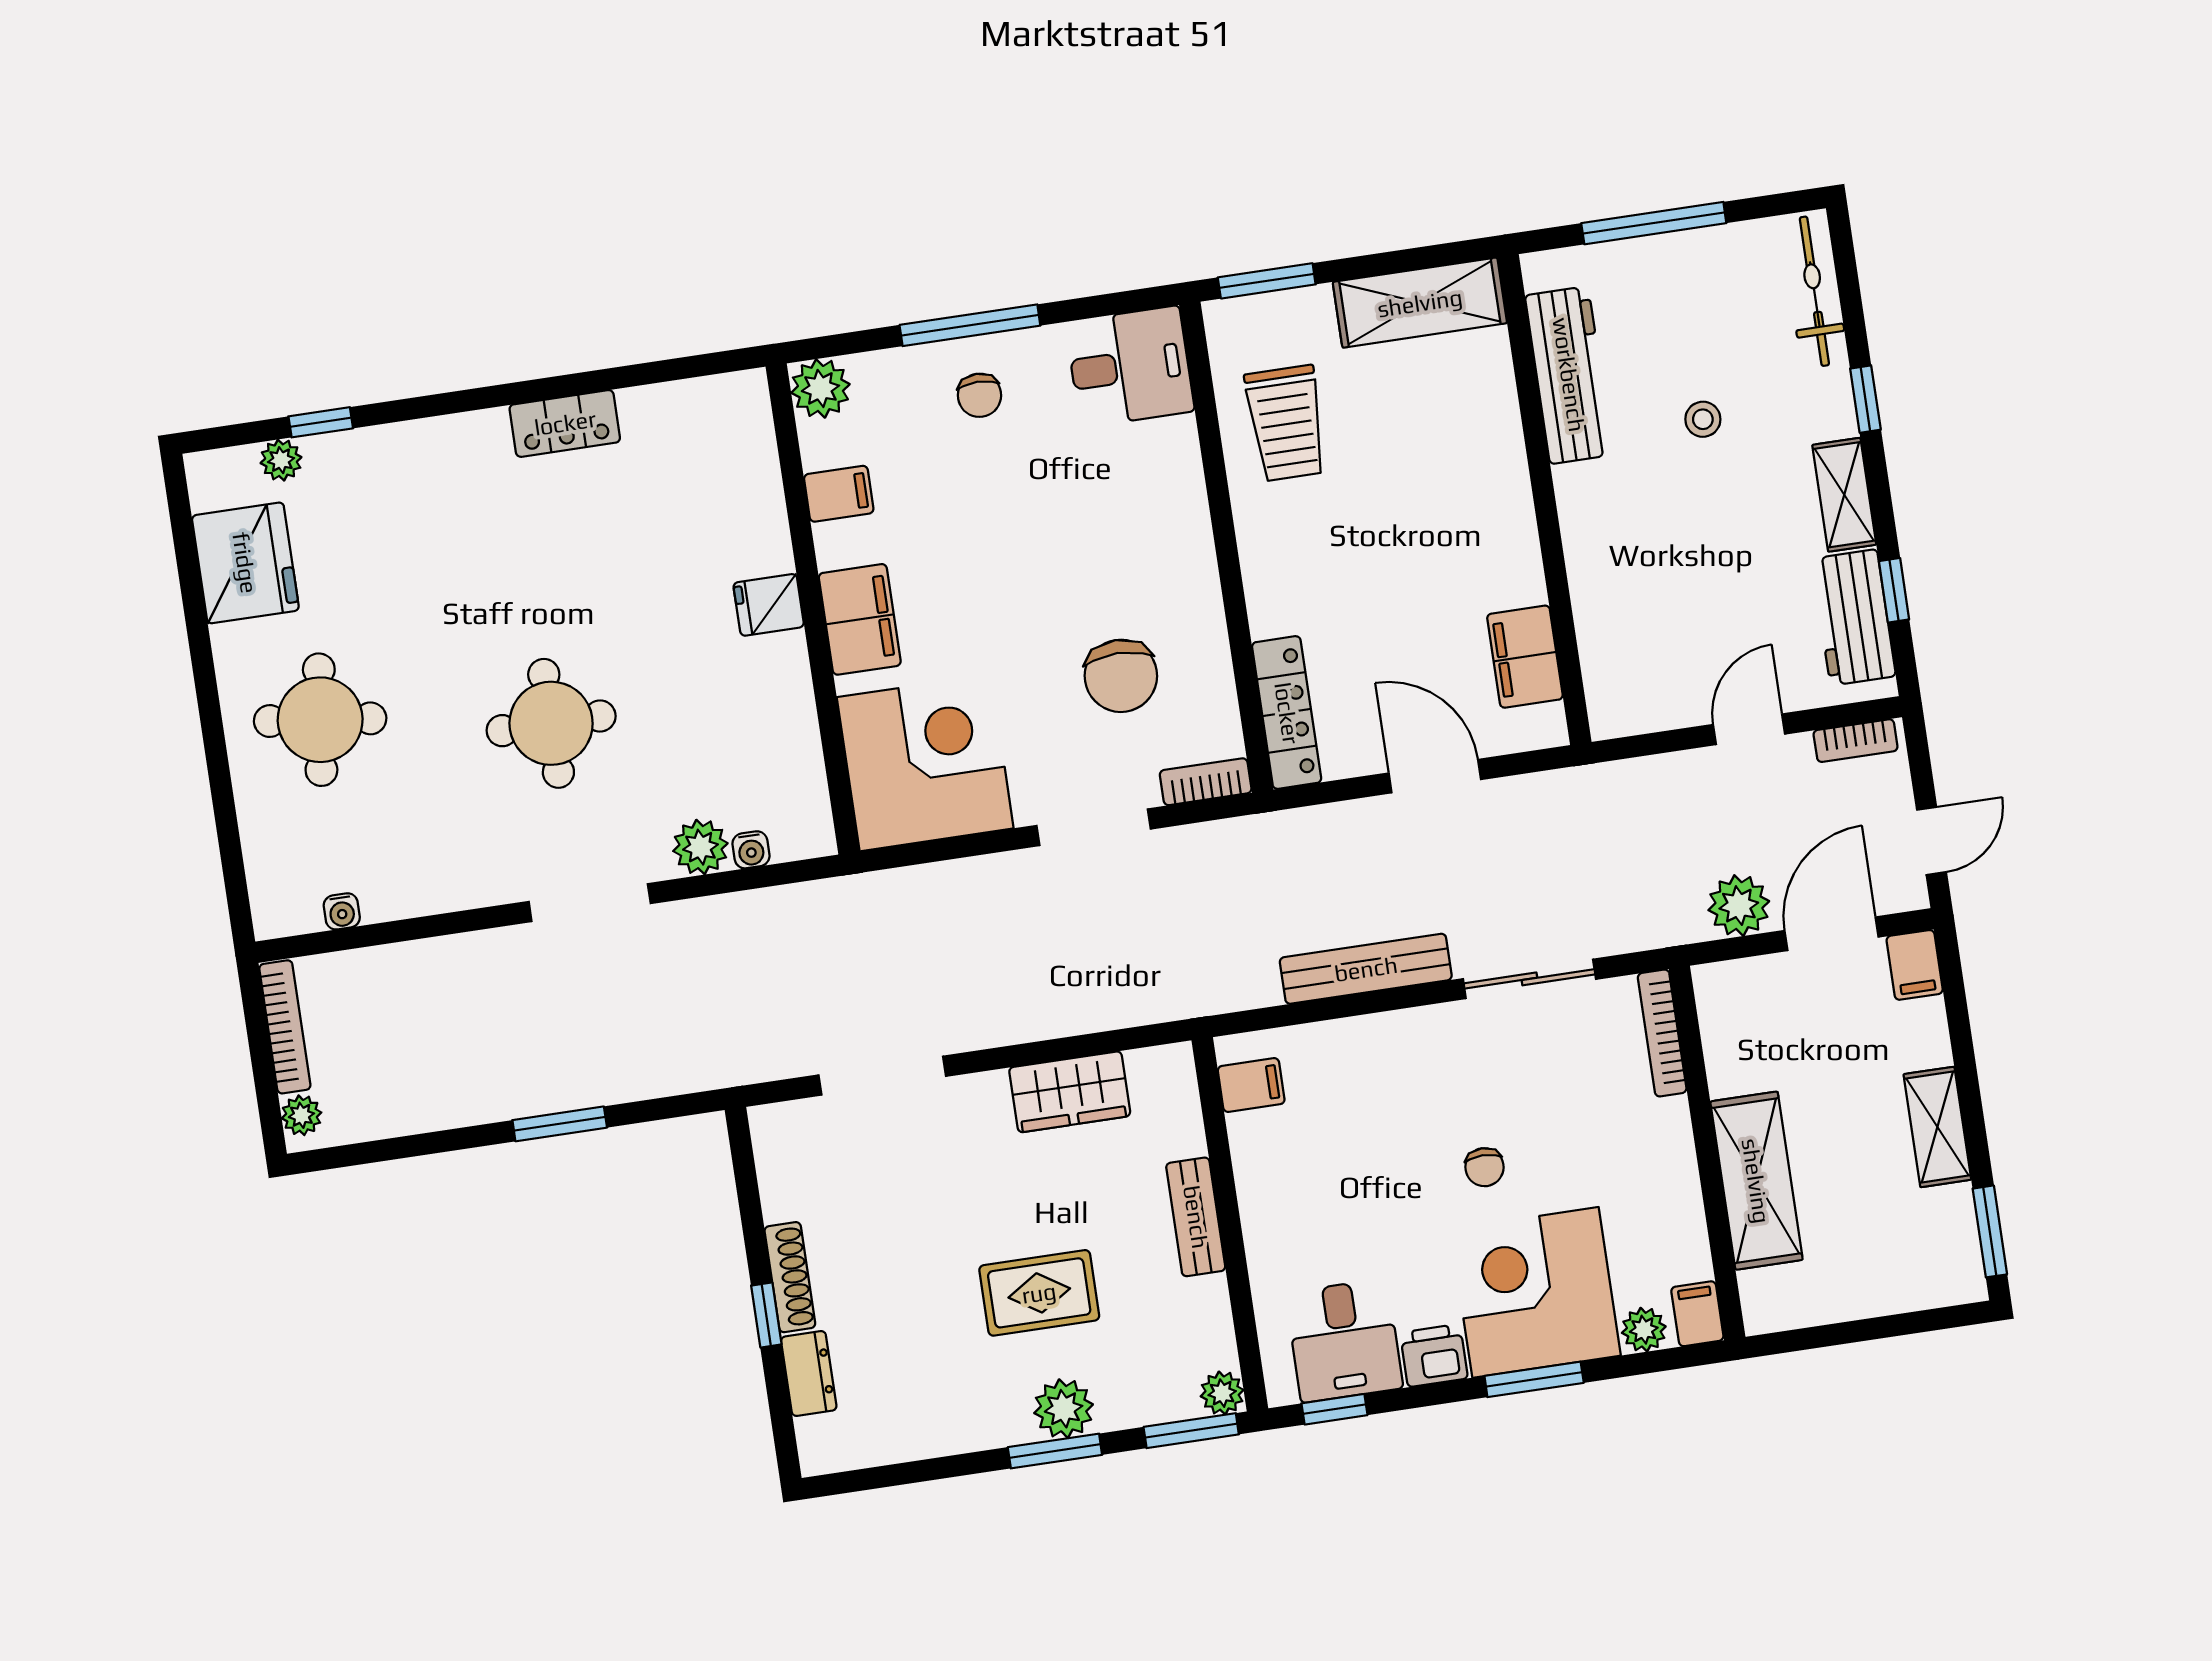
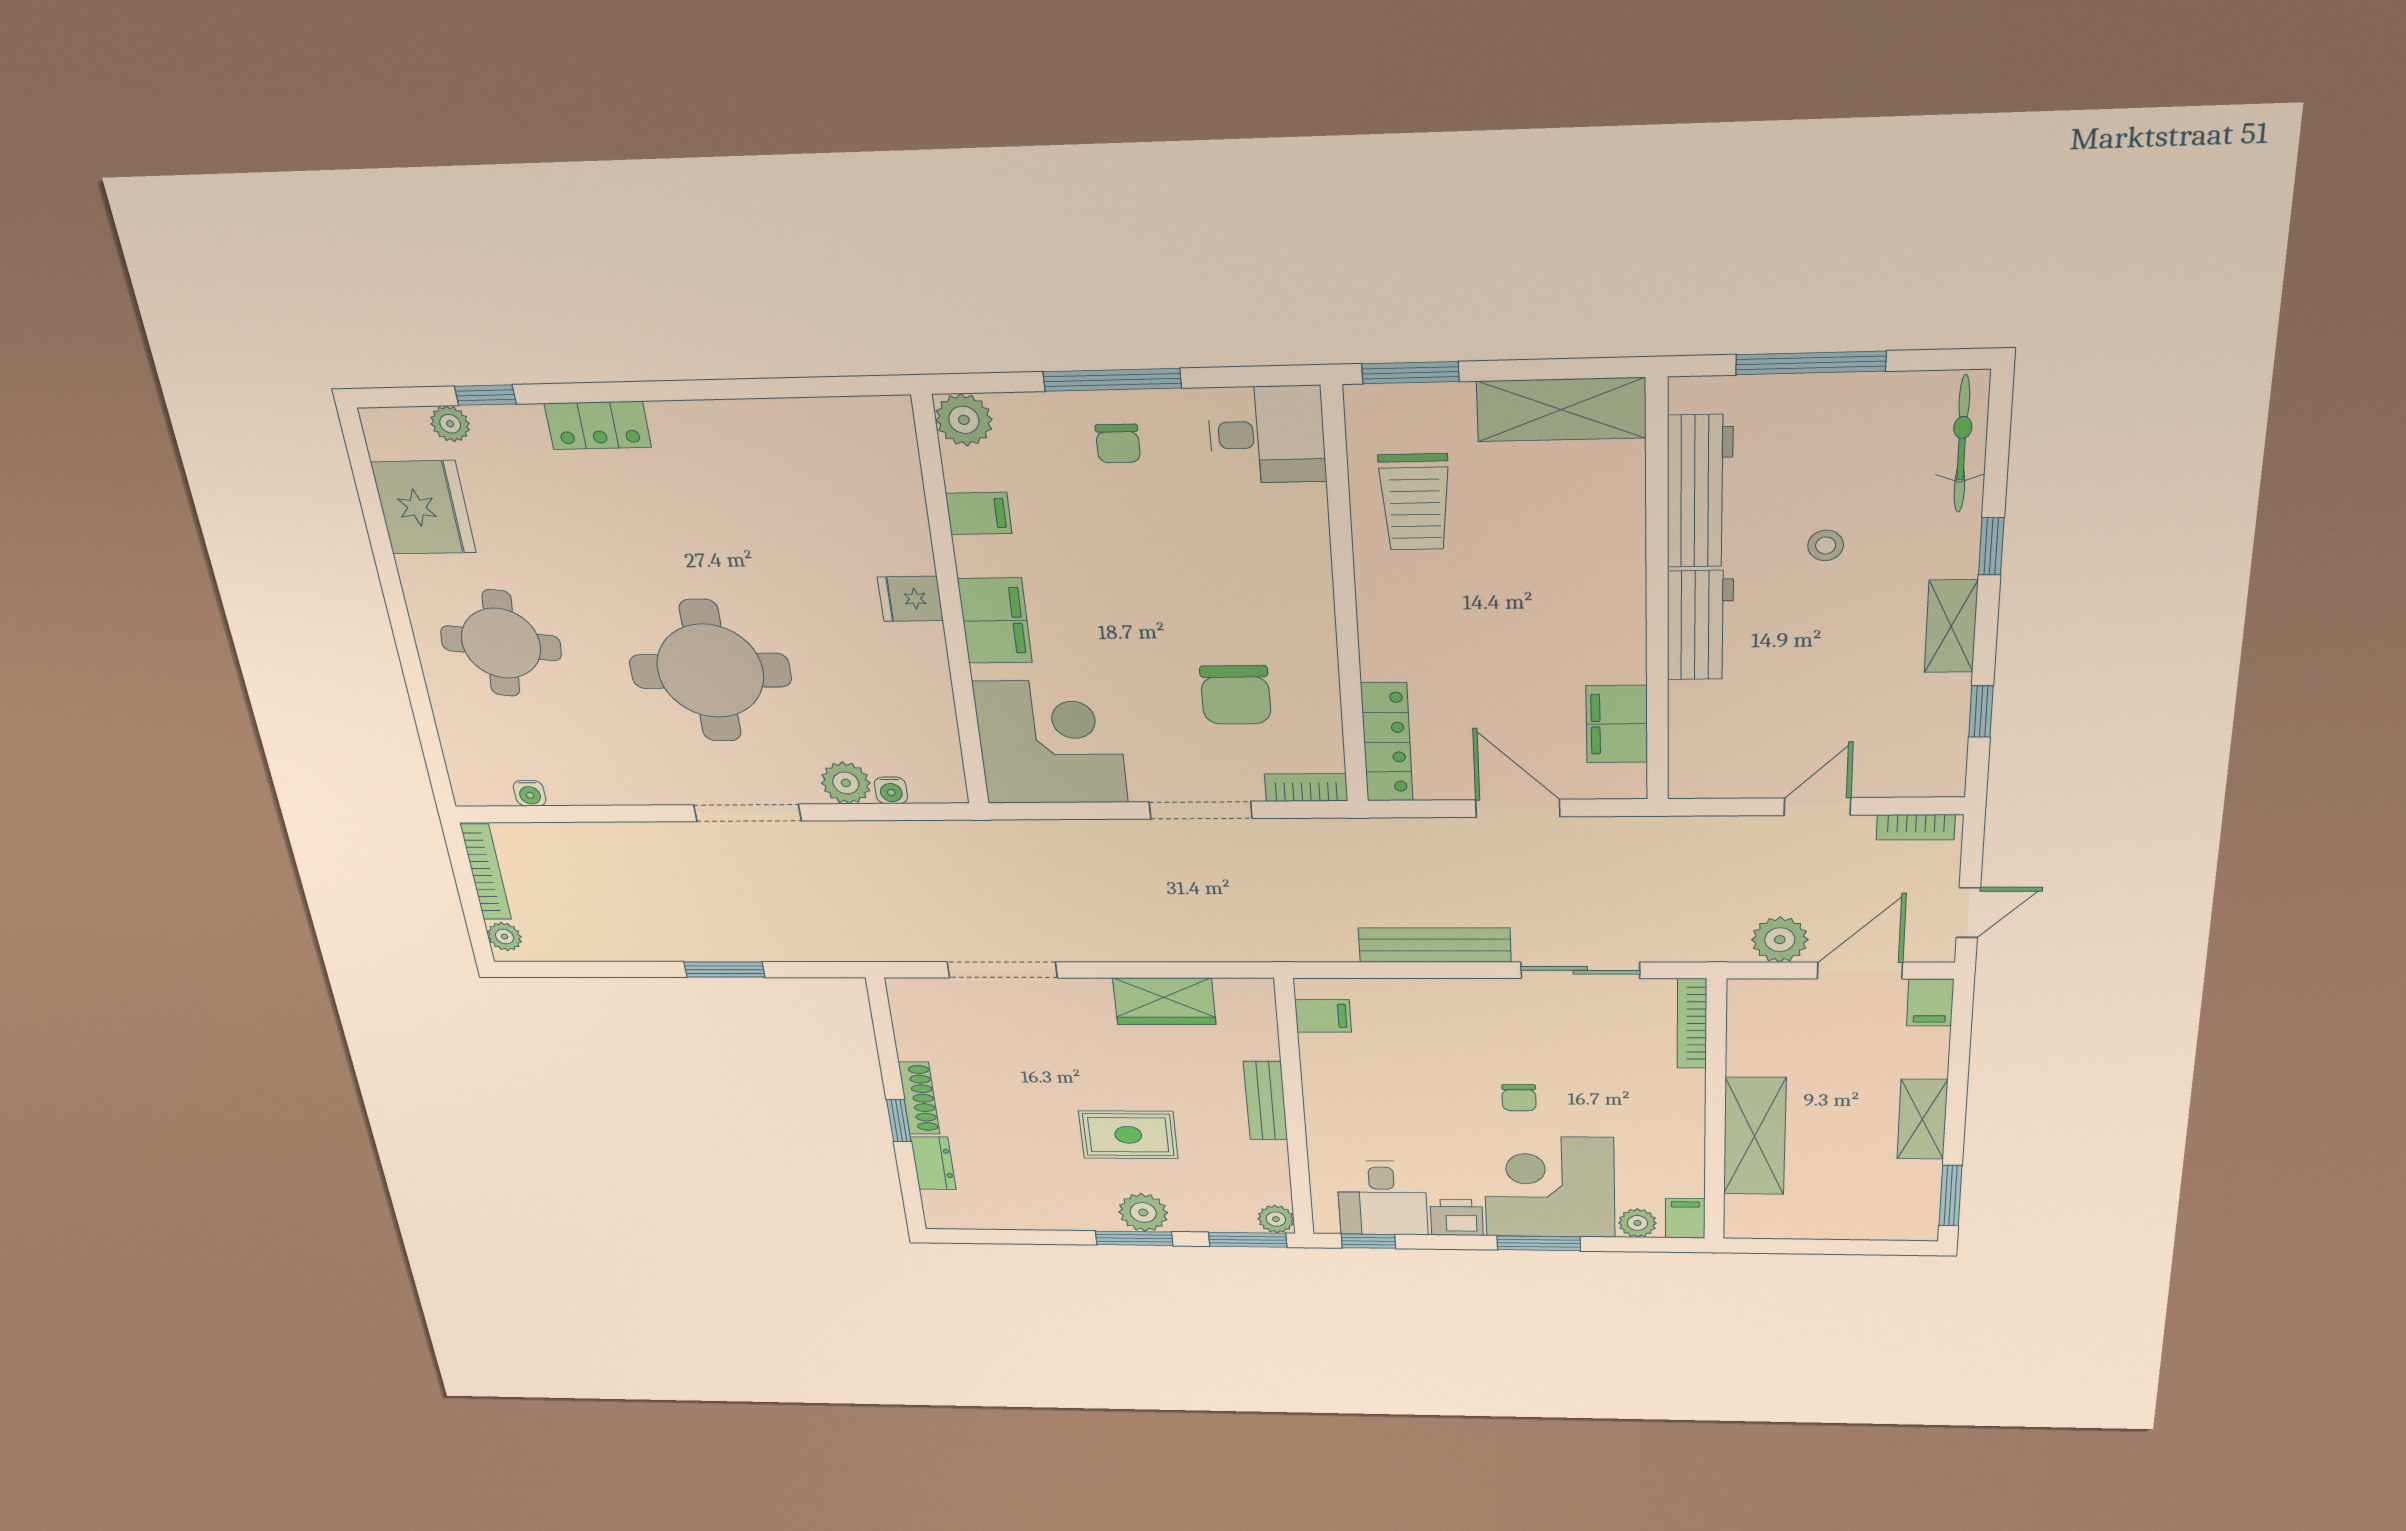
locker: (565, 423) -> (598, 425), moved
workbench: (1854, 617) -> (1700, 625), moved, turned 180
round table: (551, 723) -> (710, 671), width x1.36, depth x1.36

